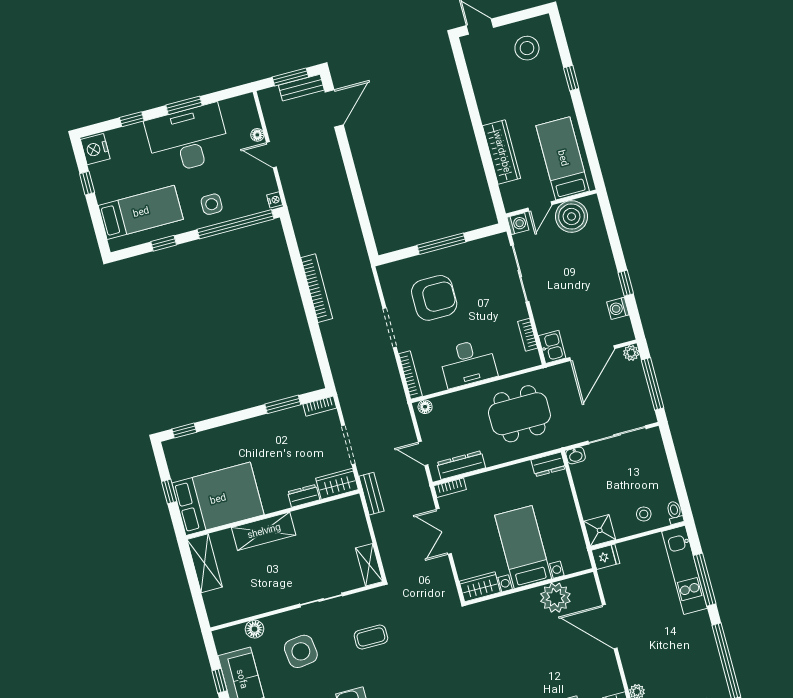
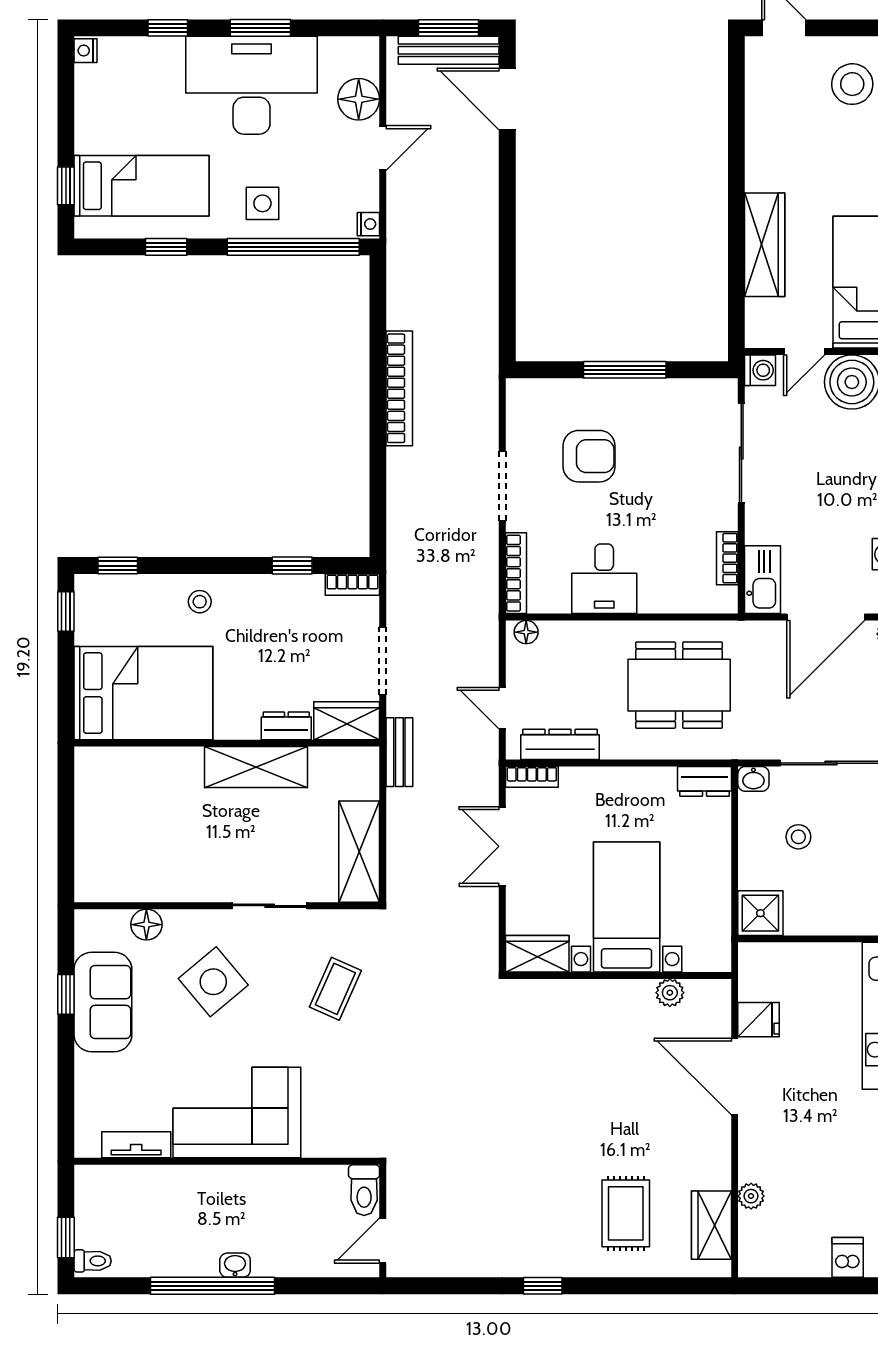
bench: (301, 88) -> (449, 50), width x1.36
door: (334, 108) -> (507, 99), swing flipped
floor lamp: (257, 135) -> (359, 99), width x1.89, depth x1.89
nightstand: (95, 149) -> (85, 51), width x0.53, depth x0.56
door: (271, 155) -> (383, 148), swing flipped
window: (87, 183) -> (66, 186), moved
armchair: (434, 298) -> (589, 456), width x0.73, depth x0.73
kitchen sink: (552, 347) -> (763, 580), width x1.38
desk: (468, 363) -> (604, 579), width x0.73
window: (283, 404) -> (292, 566), width x0.67
stool: (236, 439) -> (200, 602), added
window: (169, 492) -> (66, 612), moved
stool: (644, 514) -> (798, 837), moved
shelving: (264, 531) -> (256, 767), moved
fridge: (606, 557) -> (759, 1020), moved
shelving: (205, 563) -> (93, 794), removed
shelving: (369, 565) -> (359, 852), width x1.50, depth x1.33
plant: (555, 598) -> (670, 993), width x0.53, depth x0.53
coffee table: (371, 637) -> (335, 989), turned -66
side table: (301, 651) -> (213, 982), turned -33

